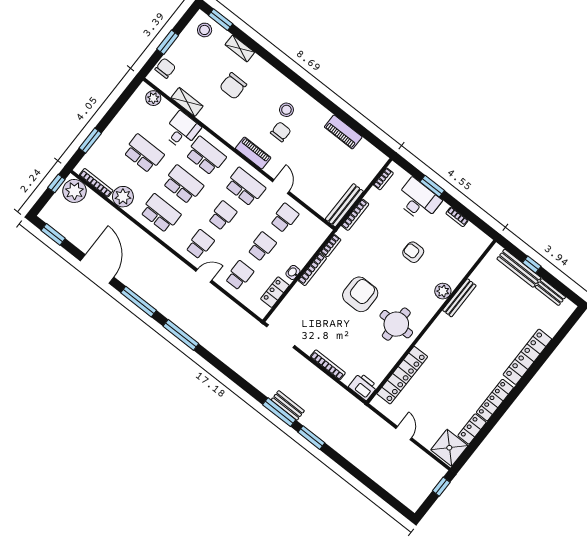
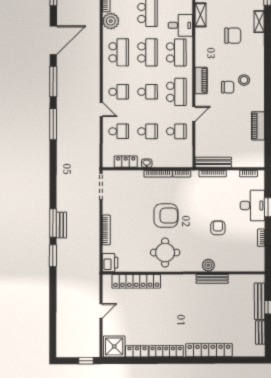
chair: (233, 86) -> (233, 36), turned 180

